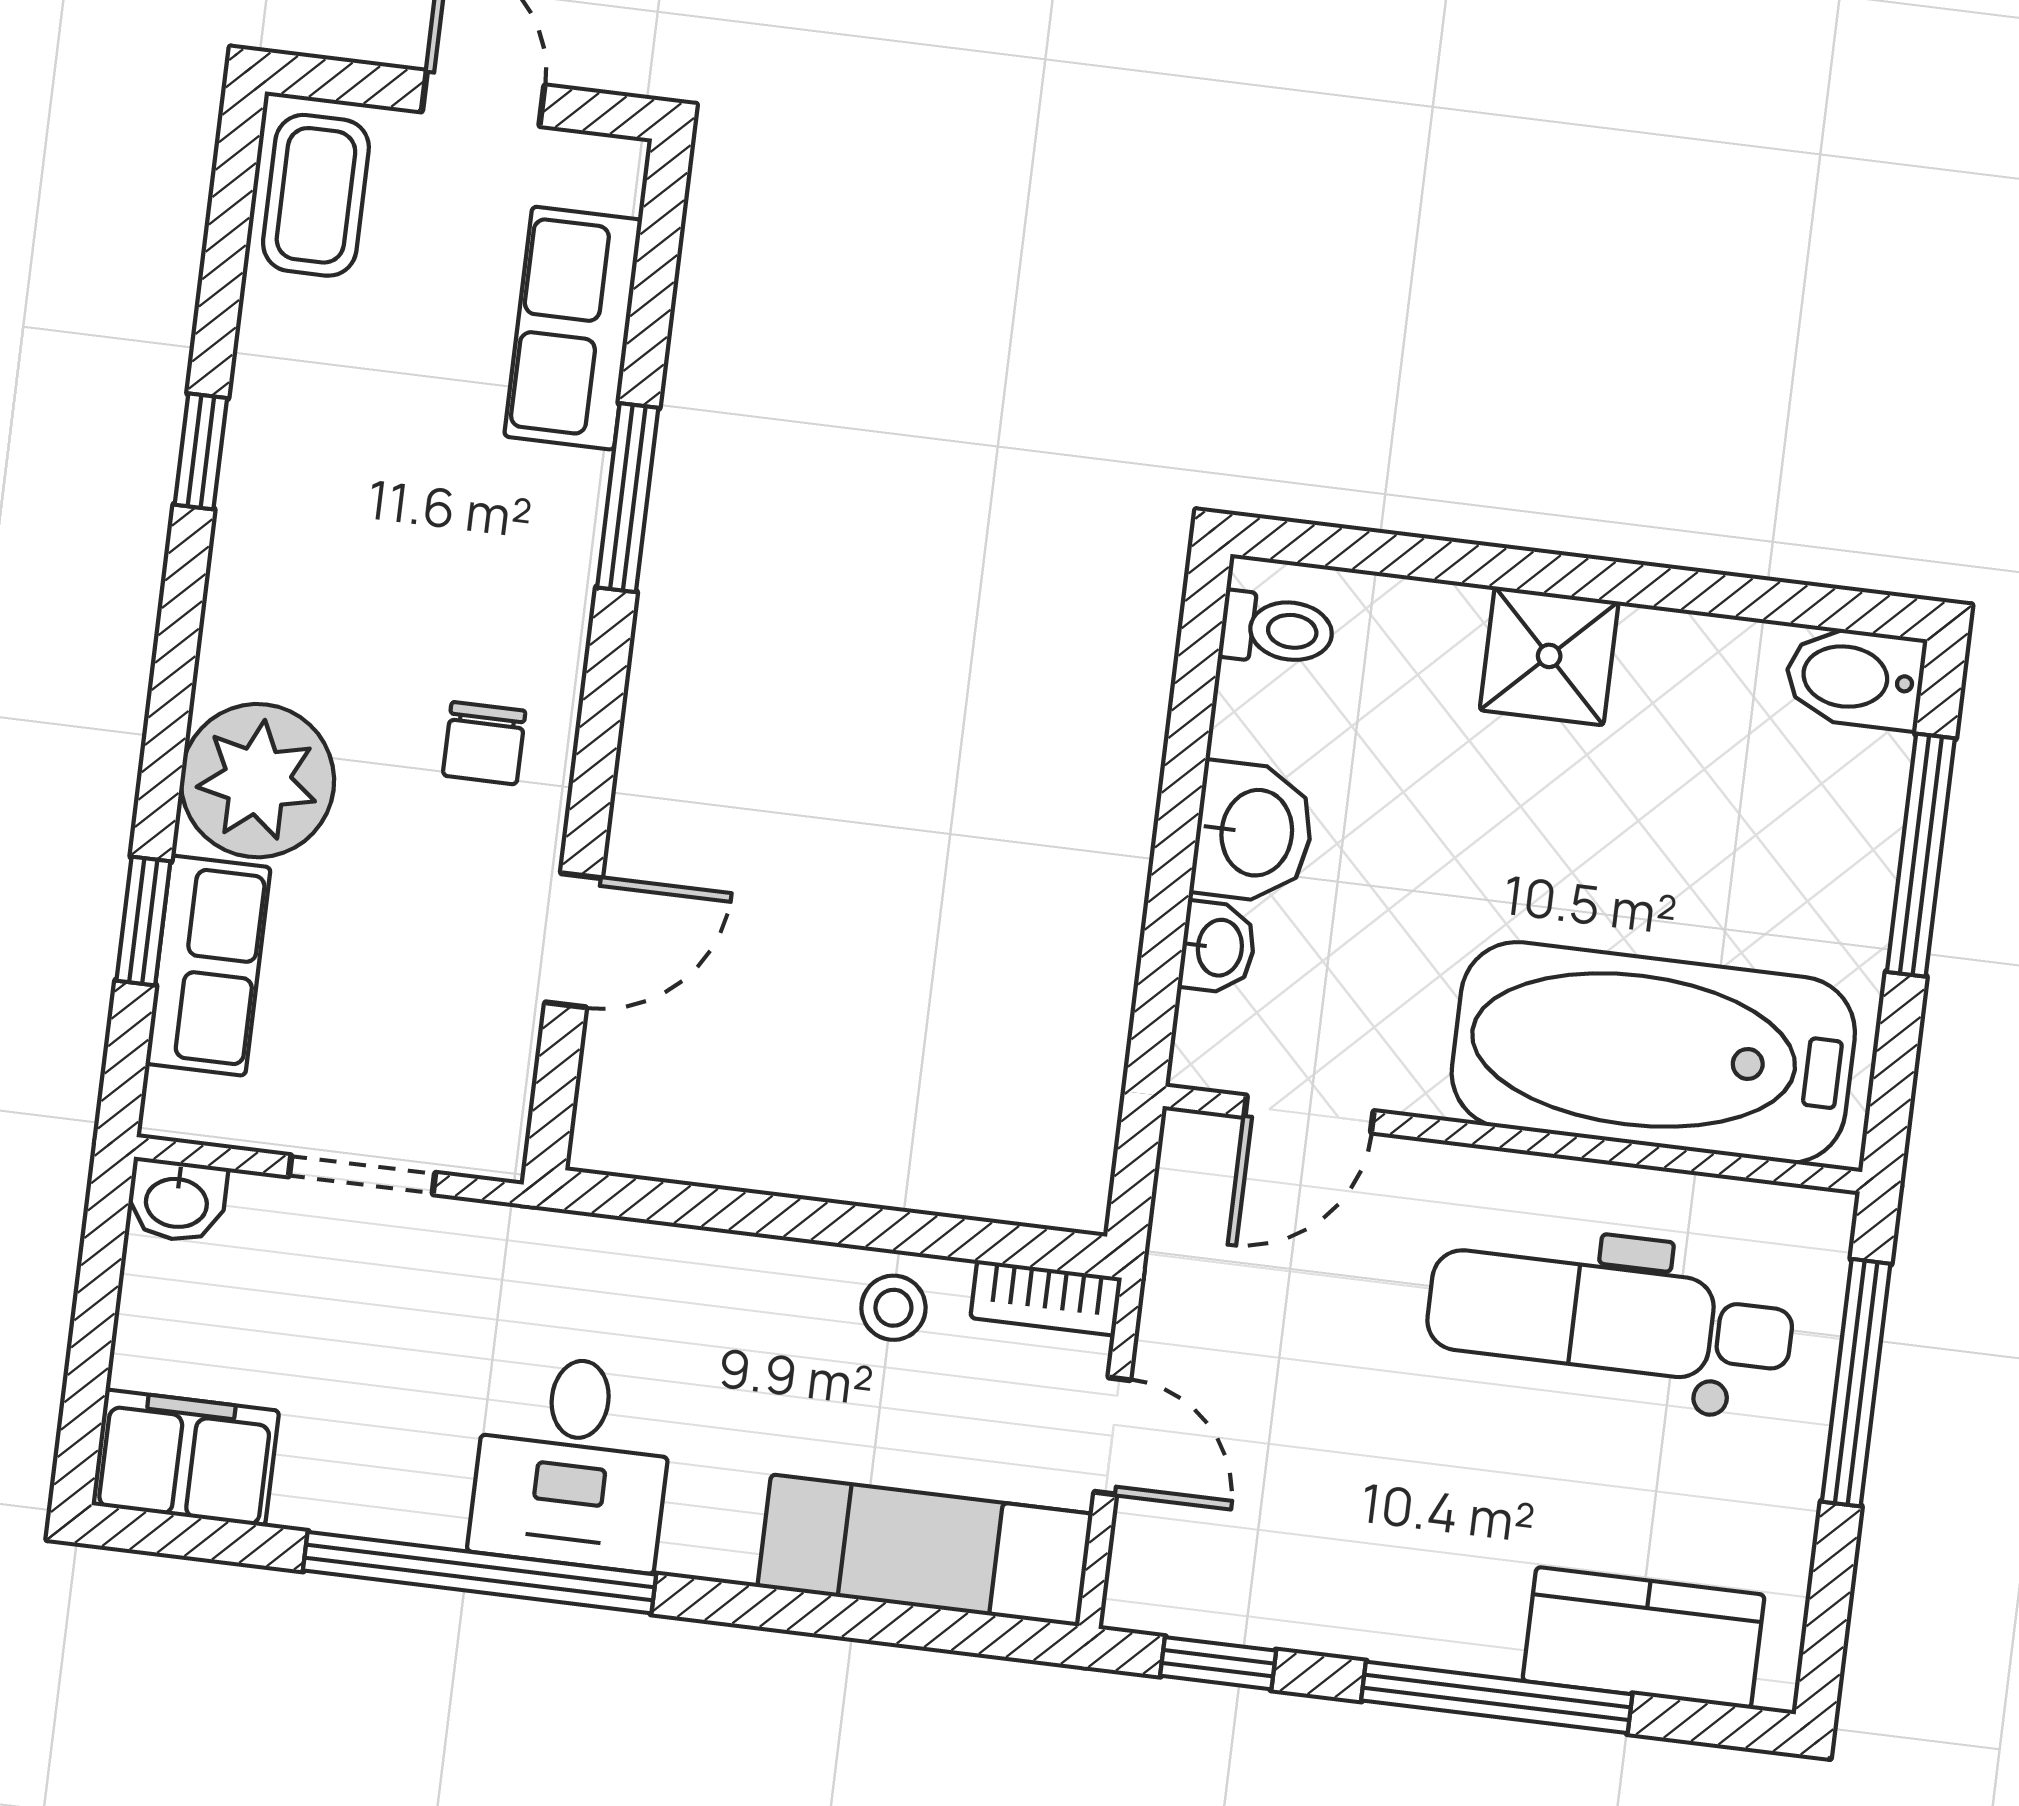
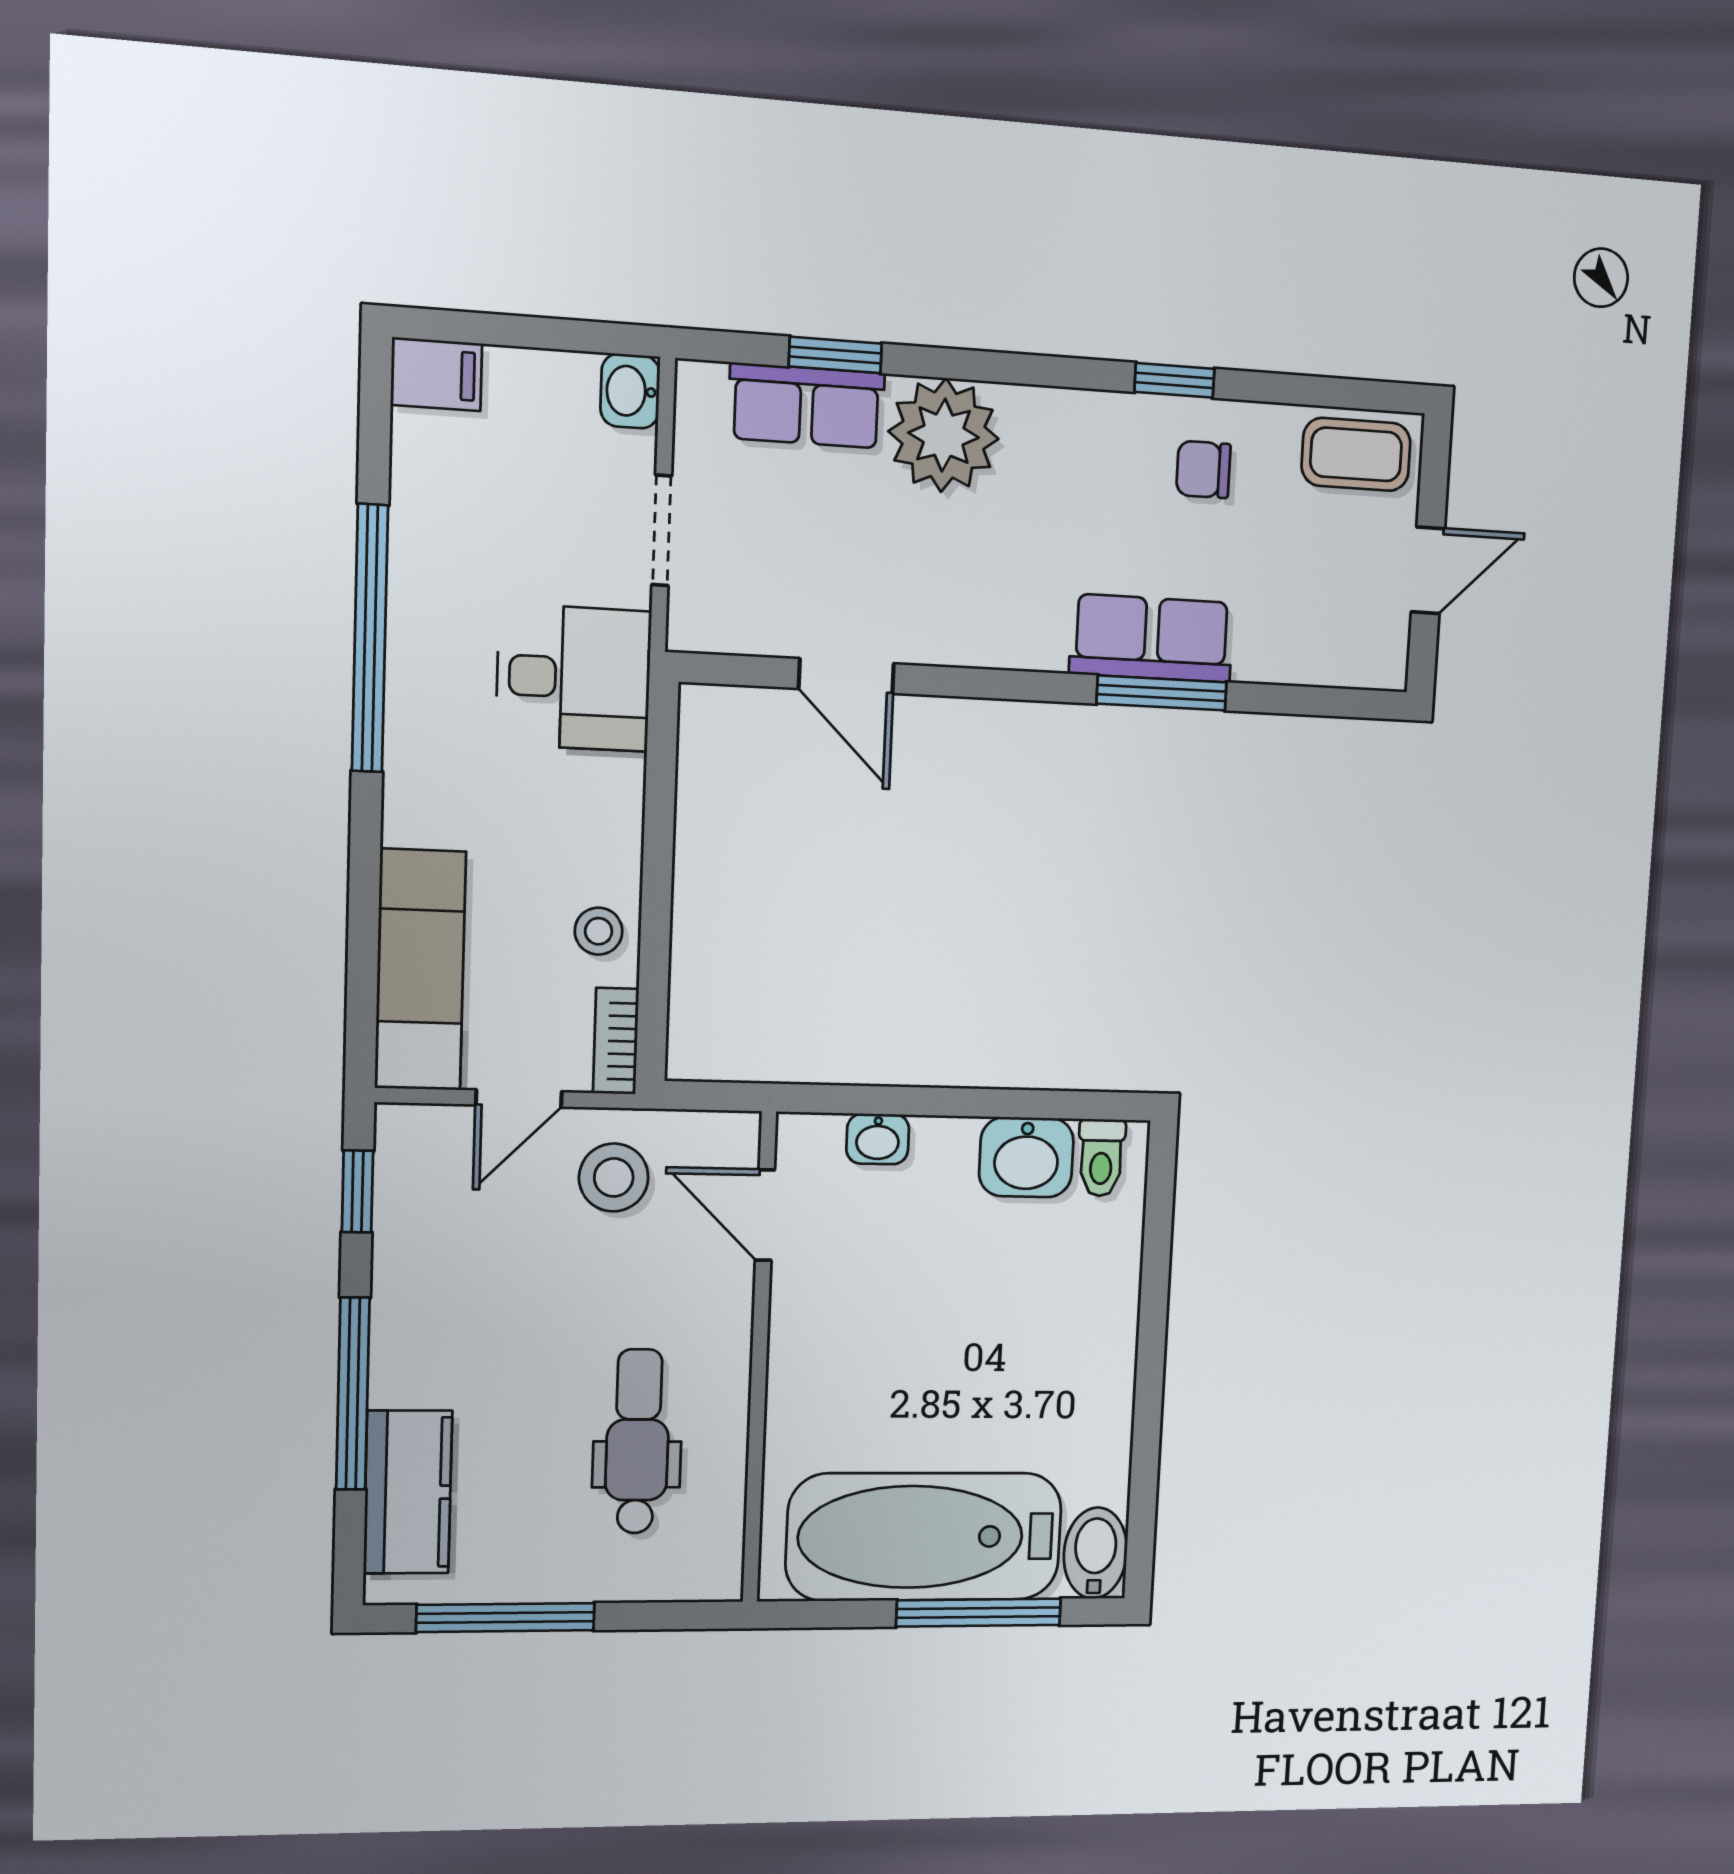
row of seats: (573, 328) -> (1152, 638), moved
shower: (1549, 656) -> (1096, 1346), removed
chair: (484, 743) -> (1203, 469), moved
washbasin: (1253, 832) -> (1026, 1157), moved
bathtub: (1653, 1052) -> (924, 1537), moved, turned -90
stool: (1234, 1318) -> (614, 1177), added
dental chair: (1610, 1319) -> (637, 1441), width x0.73, depth x0.72
window: (1856, 1383) -> (506, 1618), moved
filing cabinet: (185, 1458) -> (436, 374), width x0.50
desk: (572, 1462) -> (574, 678), moved, turned 180

